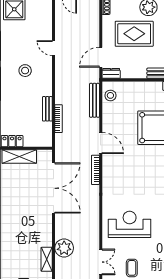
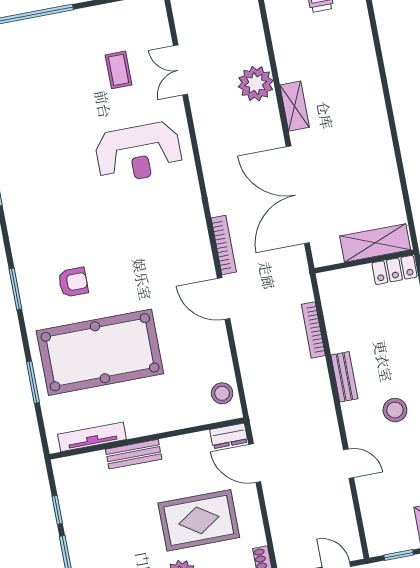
door: (101, 57) -> (255, 463), swing flipped
bench: (94, 100) -> (251, 378), removed
bench: (47, 109) -> (344, 377), moved
shelving: (47, 259) -> (295, 106), moved

